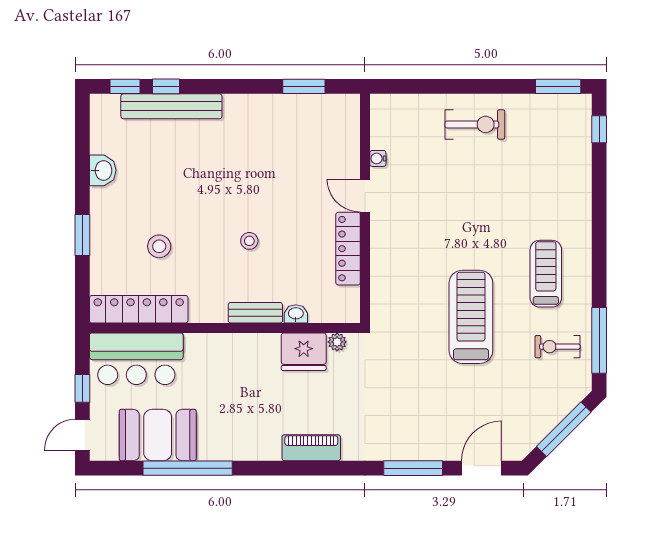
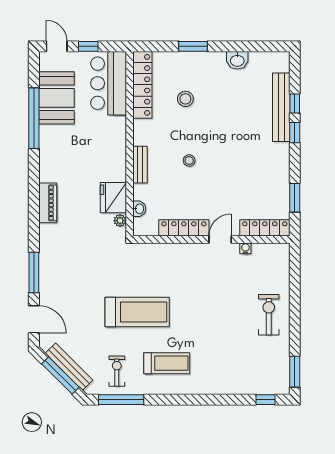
window: (125, 86) -> (295, 133), moved
exercise bike: (475, 124) -> (269, 315), turned 180
locker: (348, 130) -> (265, 228), added
washbasin: (296, 314) -> (139, 209), moved
bench: (551, 417) -> (69, 367), added

